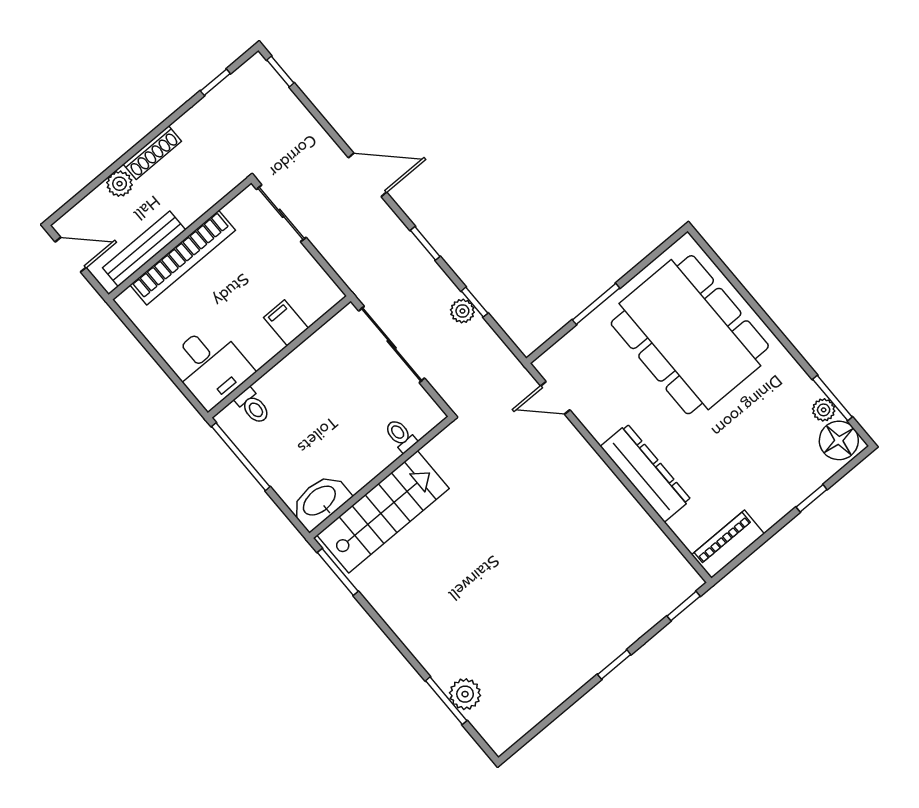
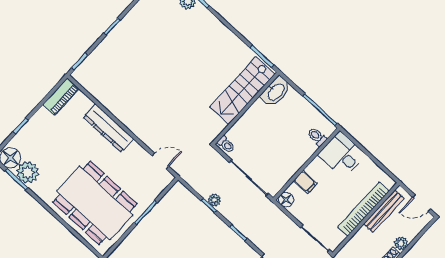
floor lamp: (327, 294) -> (286, 200), added
plant: (824, 410) -> (28, 172), width x1.87, depth x1.87
toilet: (401, 436) -> (226, 145), moved

